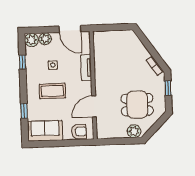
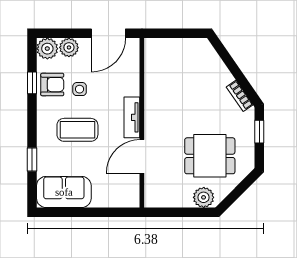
door: (70, 29) -> (108, 33), hinge flipped
tv unit: (86, 68) -> (132, 117), moved
armchair: (79, 131) -> (52, 85), moved

